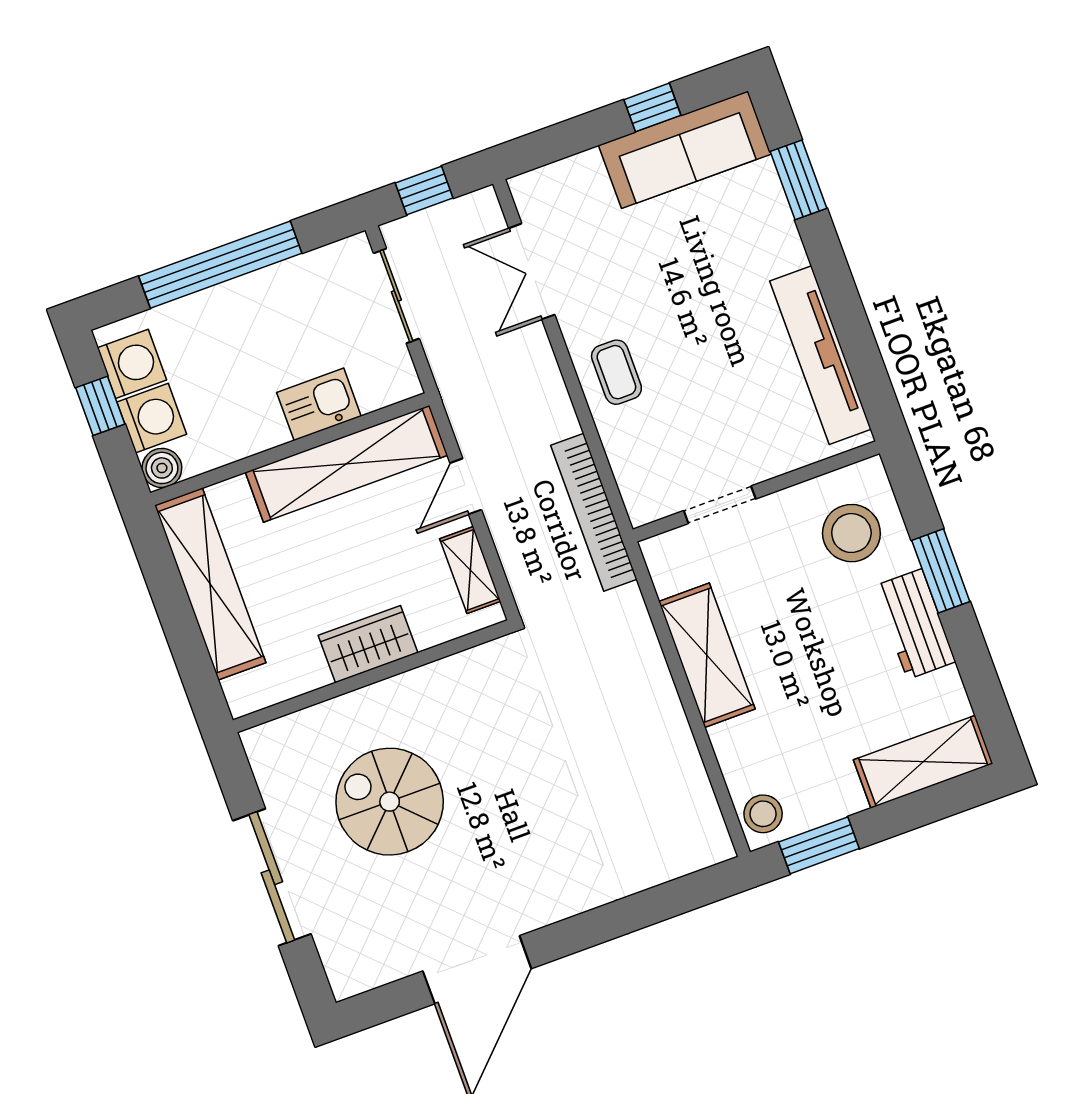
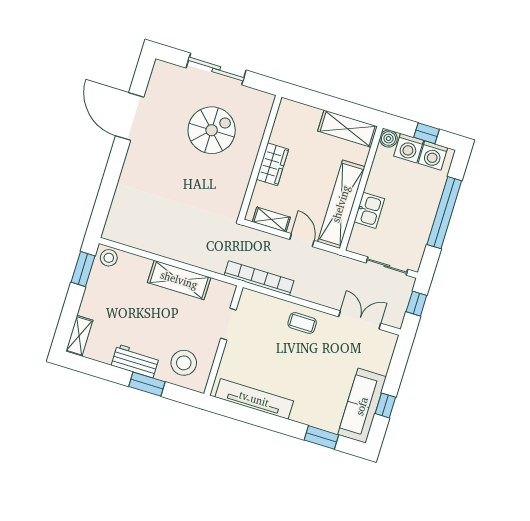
shelving: (210, 584) -> (348, 129), width x0.68
shelving: (923, 762) -> (79, 336), width x0.67, depth x0.75

